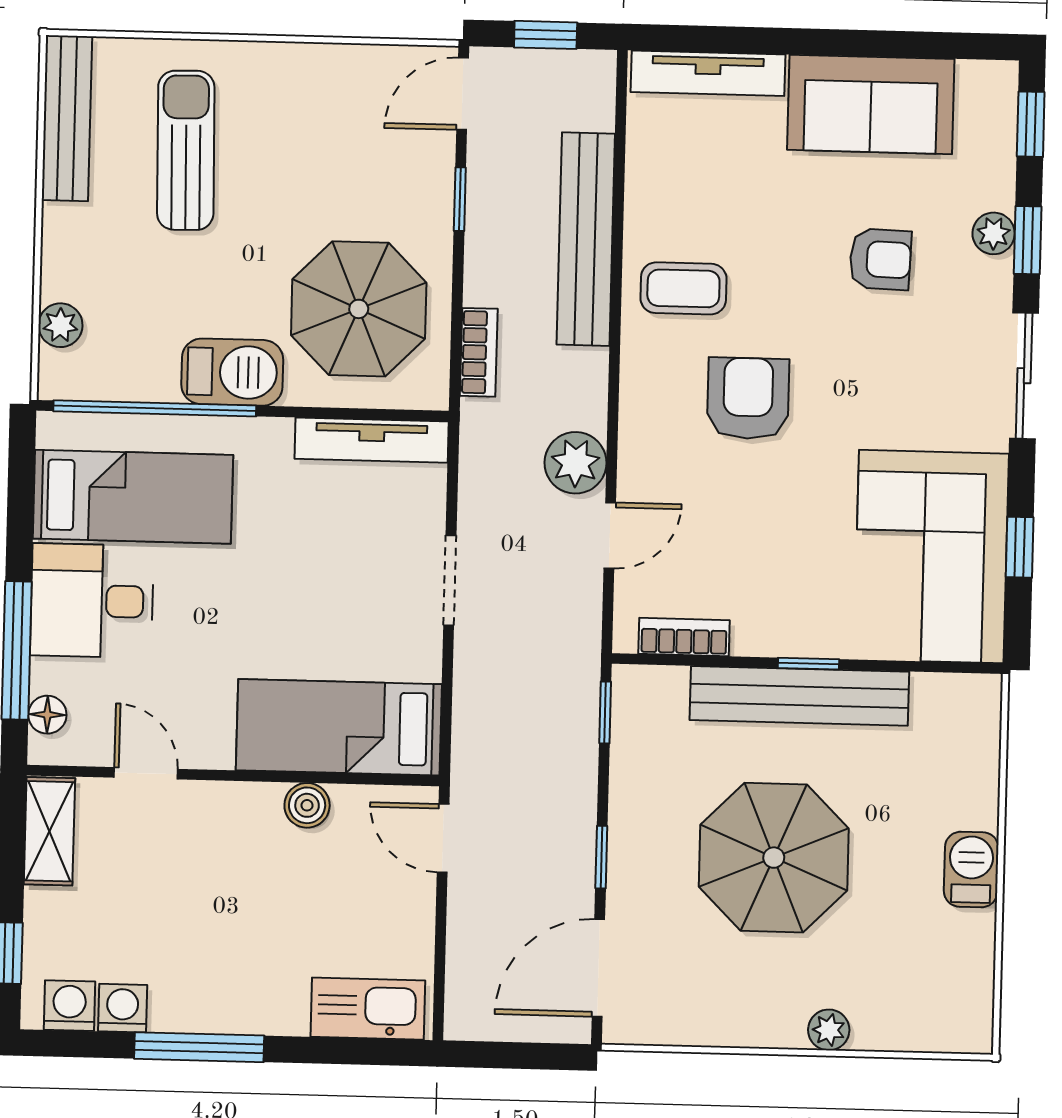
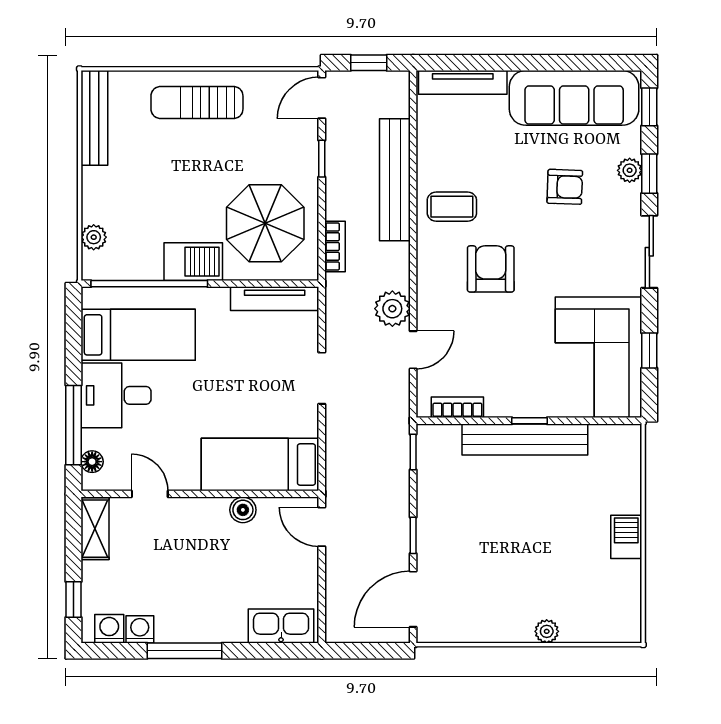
sofa: (871, 104) -> (574, 98), width x1.36
sun lounger: (186, 150) -> (197, 103), moved, turned -89
parasol: (774, 858) -> (512, 533), removed

